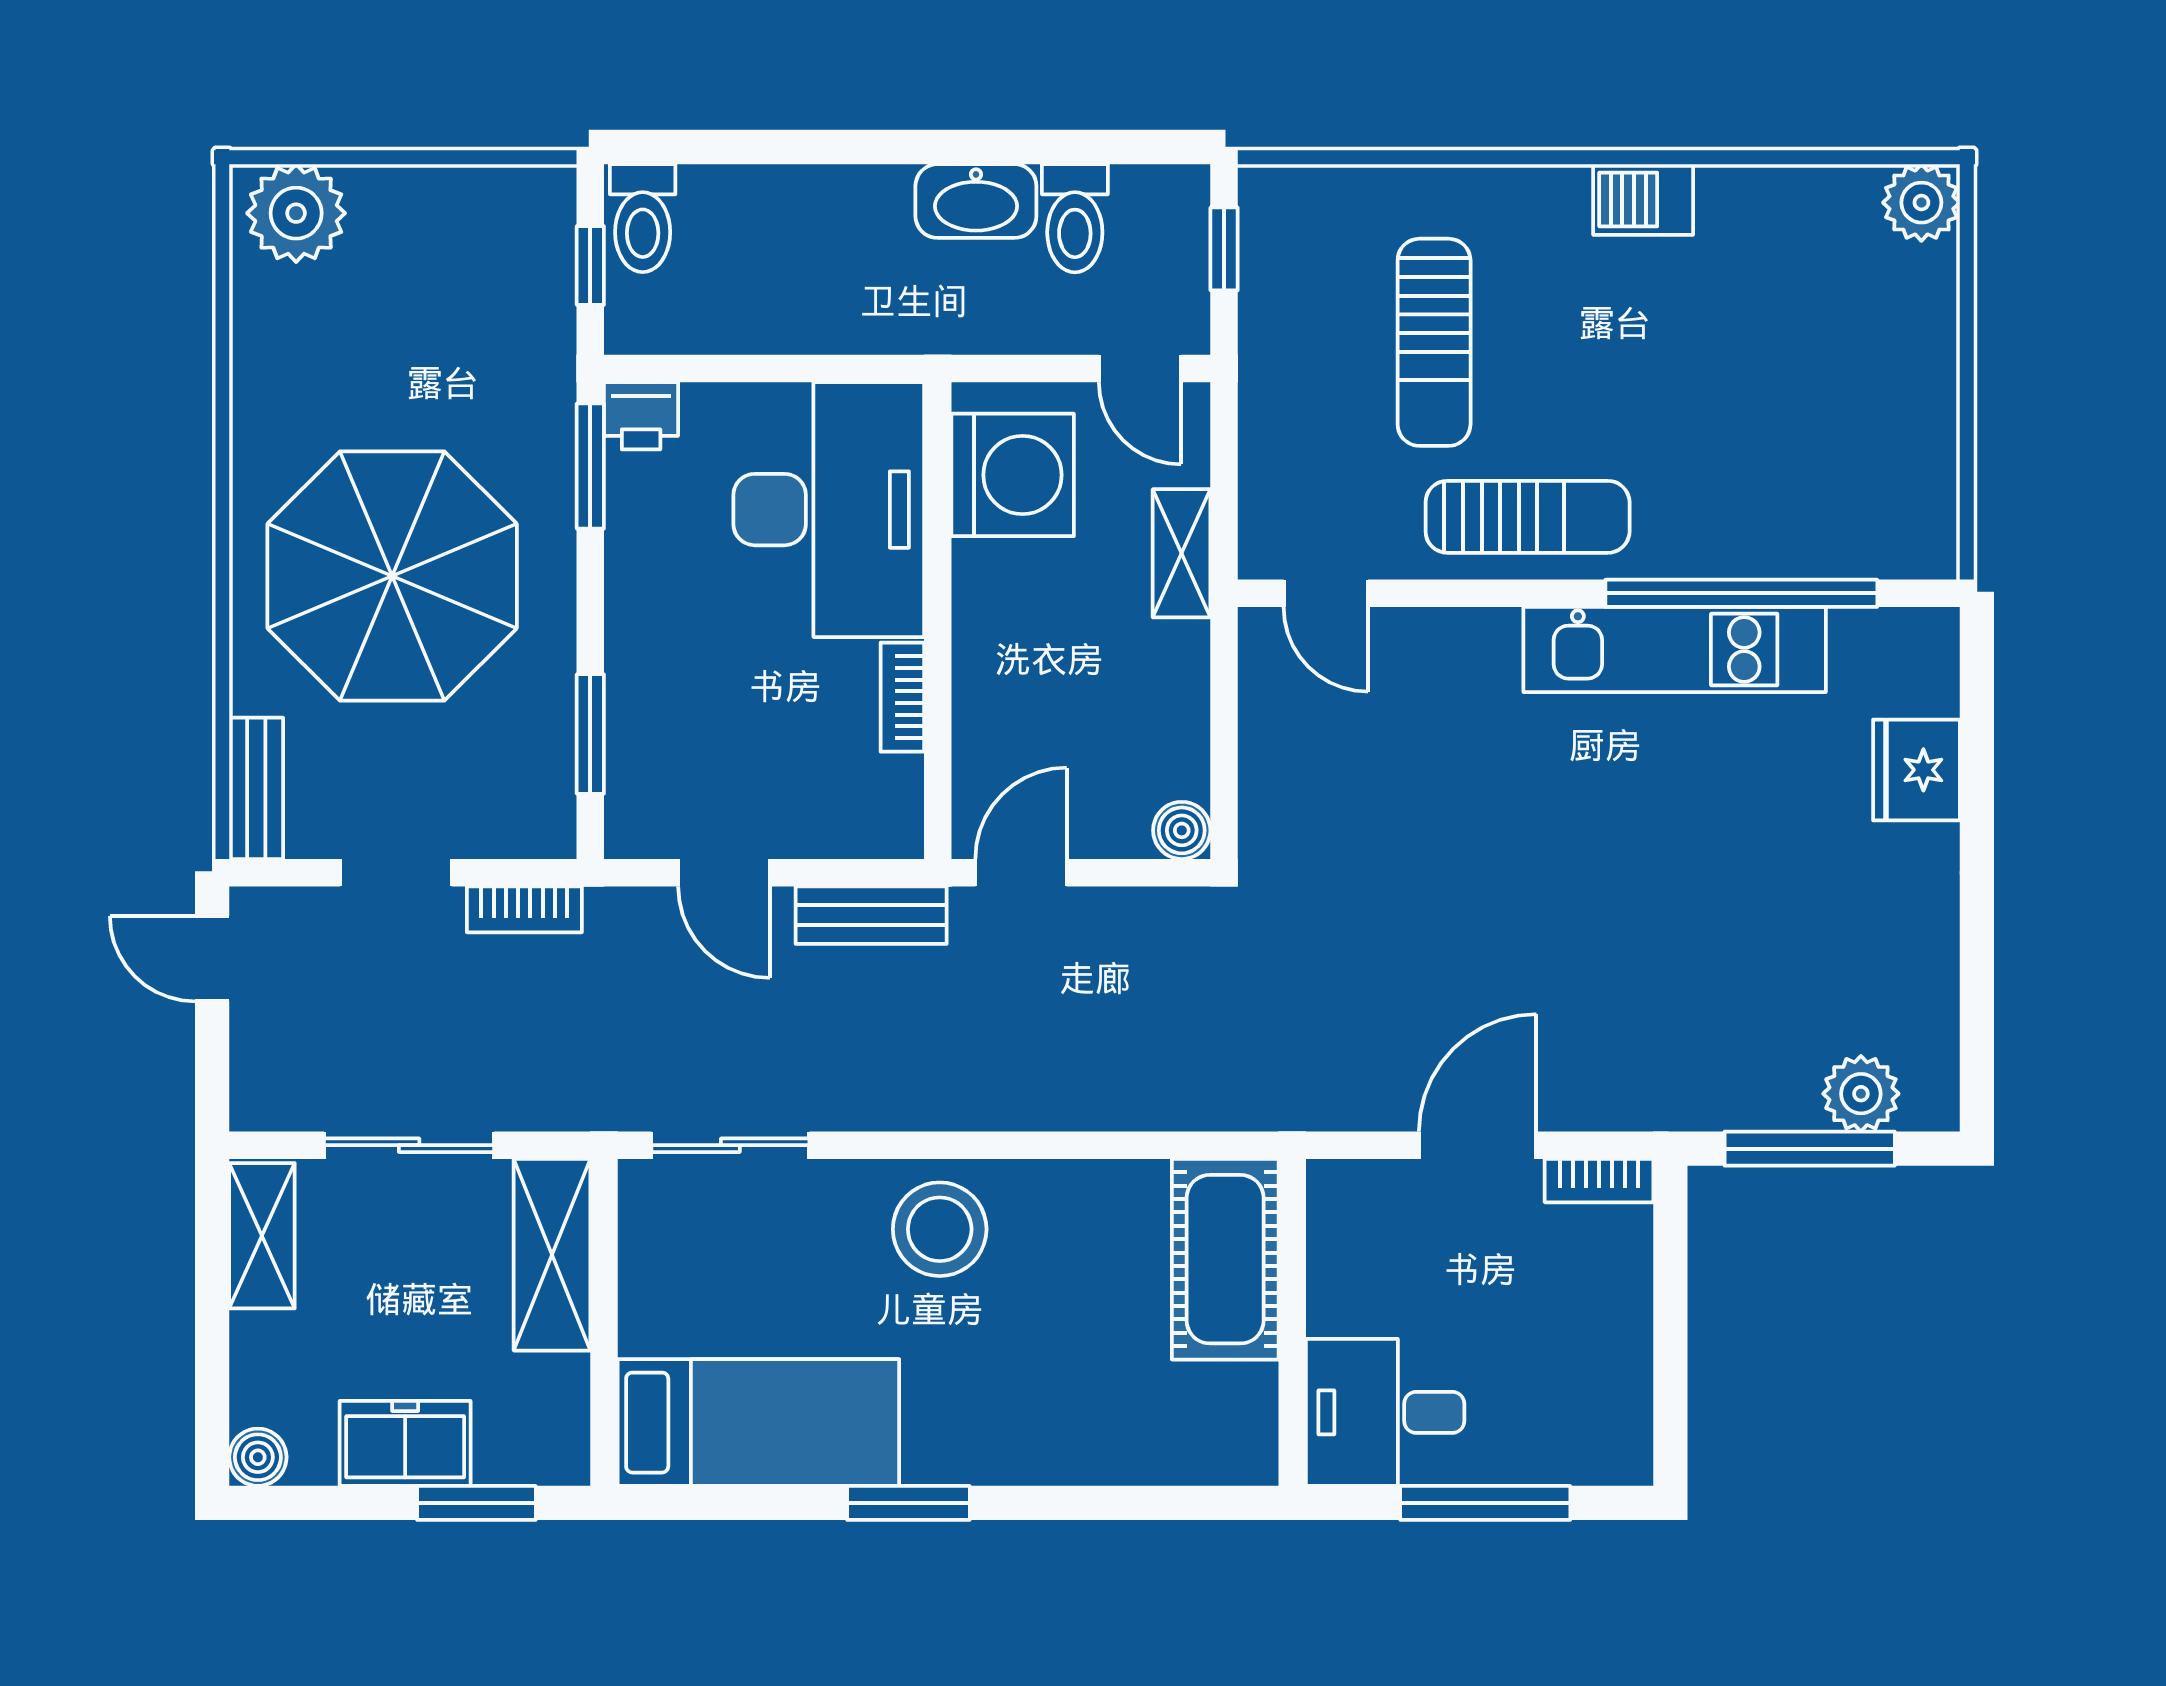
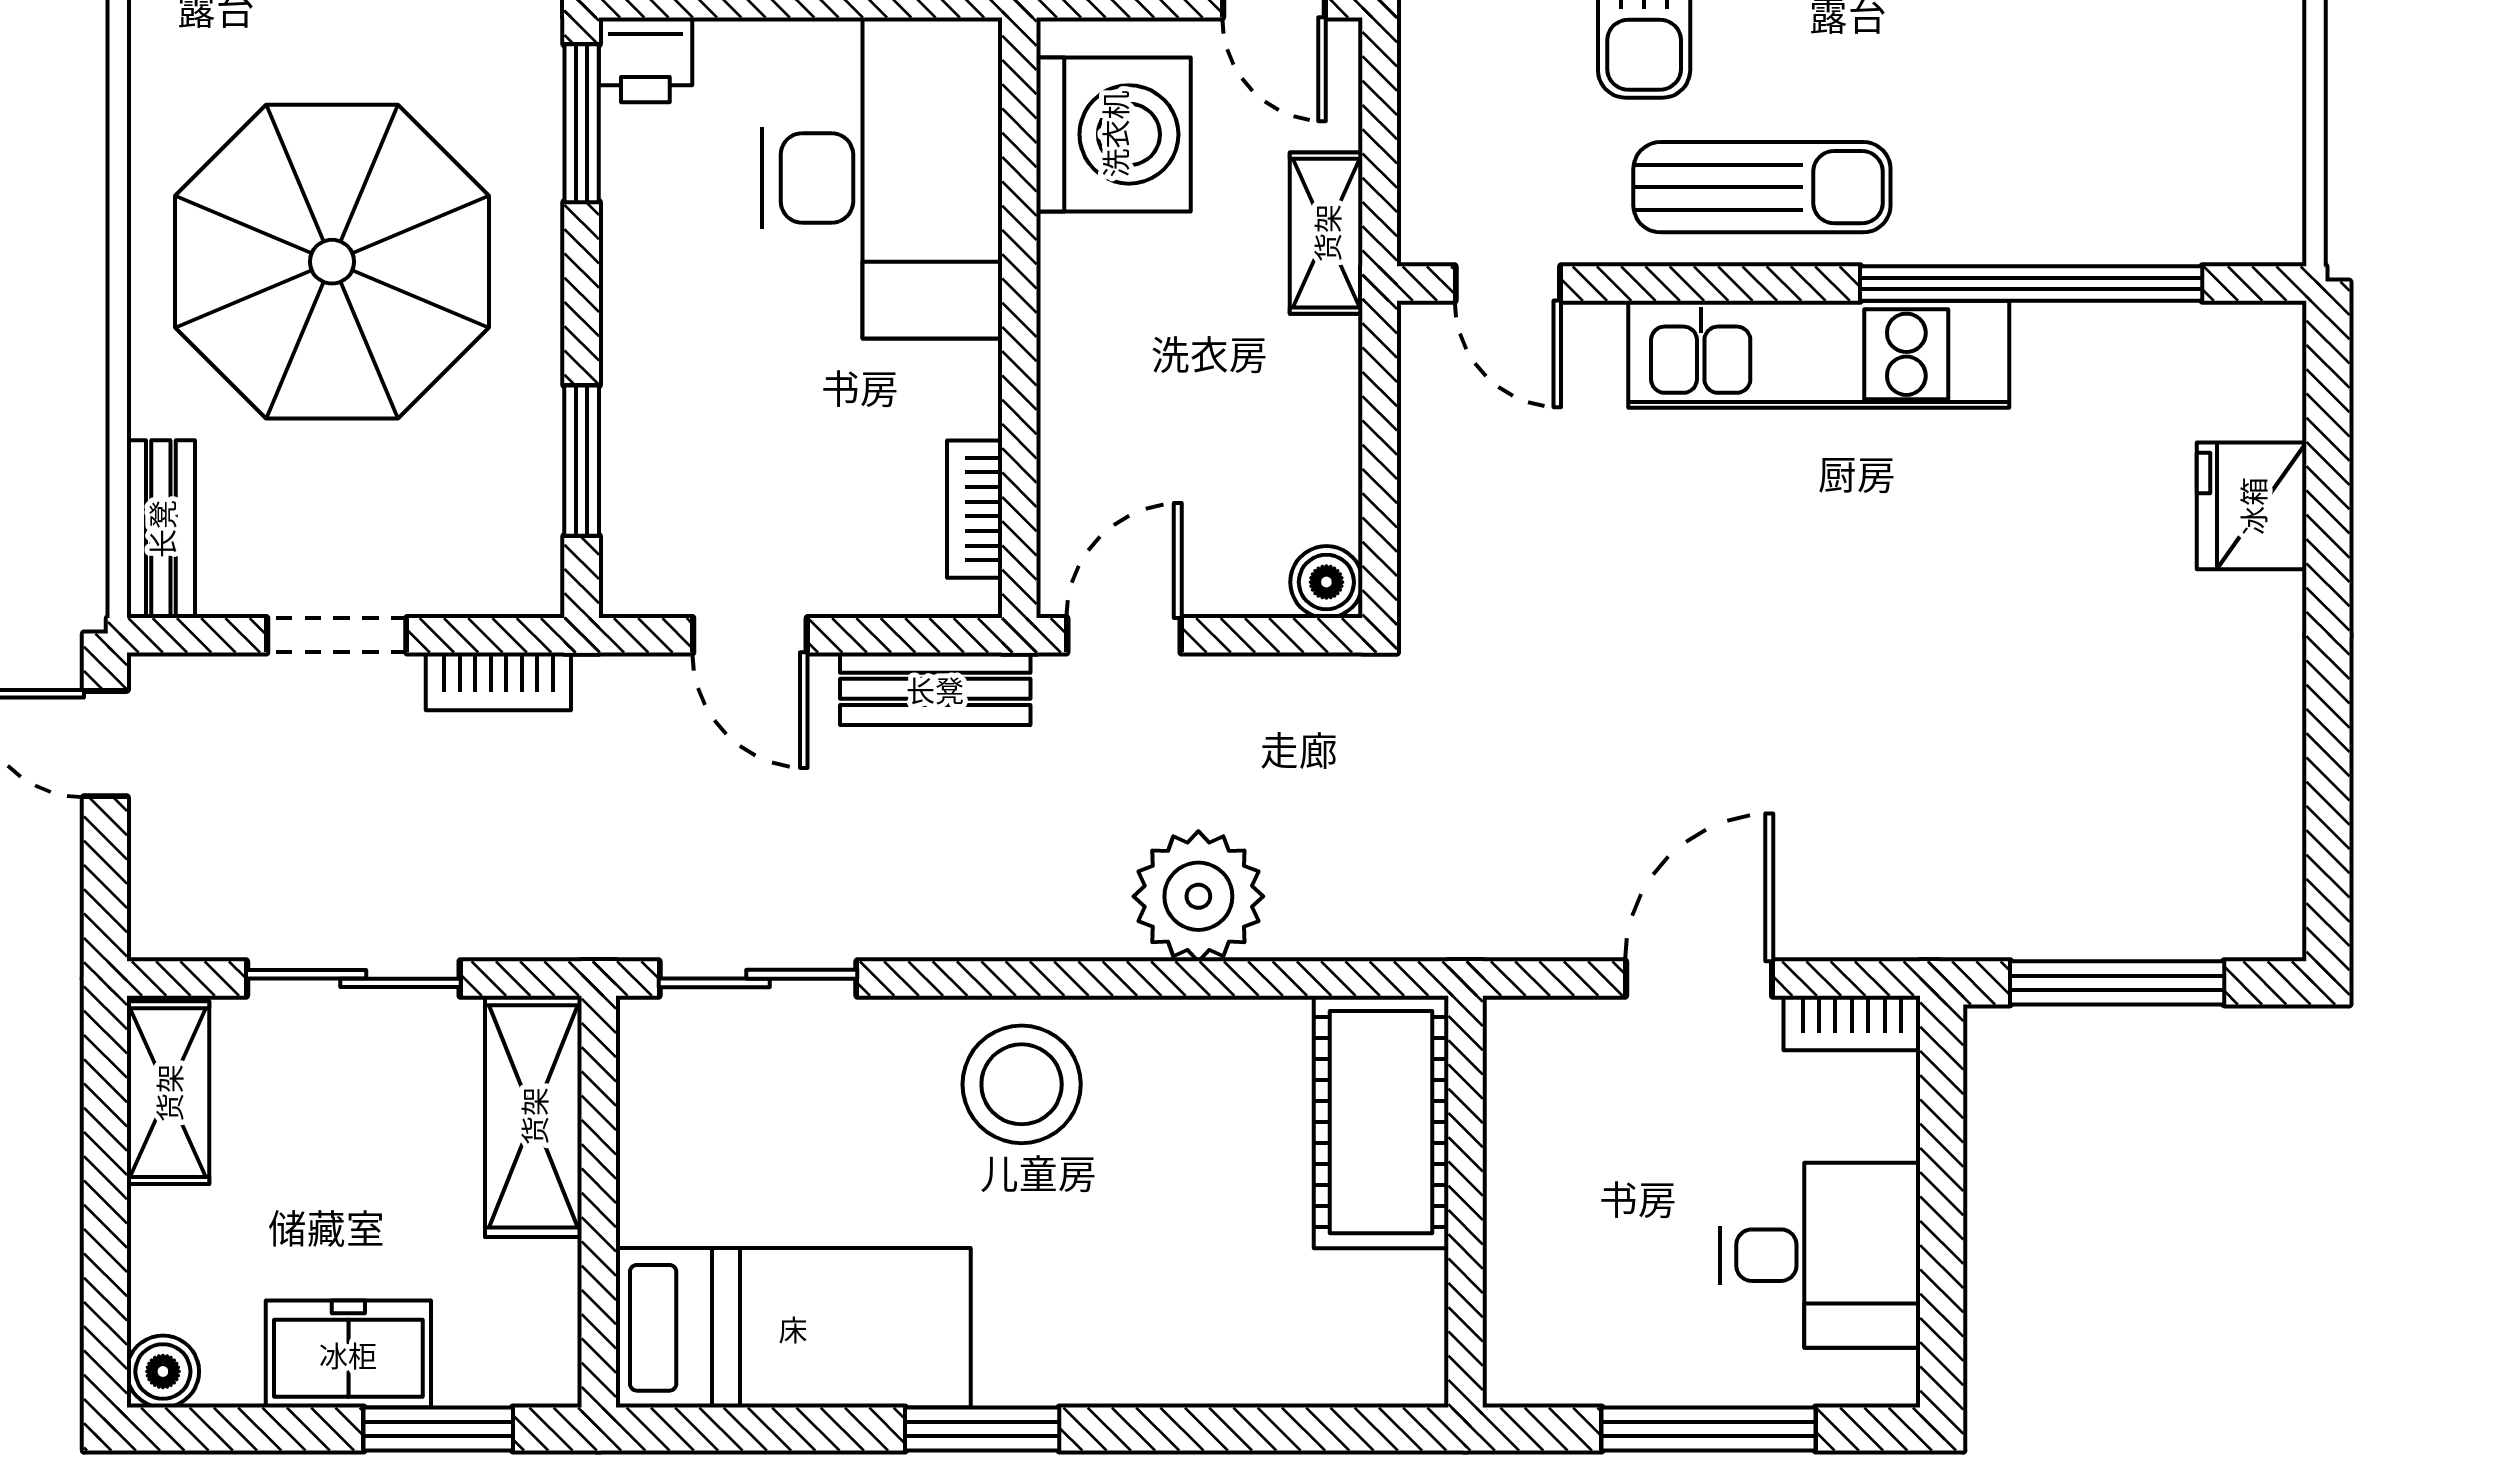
kitchen unit: (1675, 650) -> (1819, 354), moved
bookcase: (902, 697) -> (975, 509), moved
plant: (1861, 1094) -> (1198, 896), moved, width x1.36, depth x1.36
desk: (1385, 1412) -> (1820, 1255), moved, turned 180

